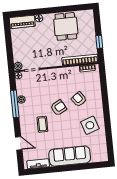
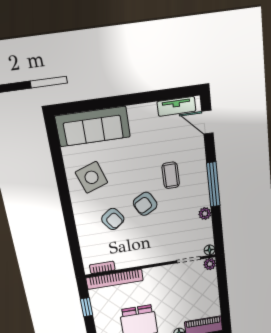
window: (15, 104) -> (213, 184), moved
door: (19, 143) -> (207, 122), moved
sofa: (70, 156) -> (93, 126), moved

